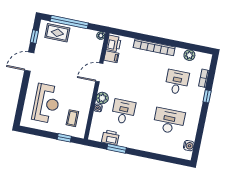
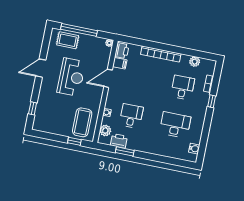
window: (34, 37) -> (33, 108), moved
plant: (102, 98) -> (105, 131), moved
reception desk: (46, 103) -> (71, 77), moved
coffee table: (72, 118) -> (82, 122), width x1.86, depth x1.72

